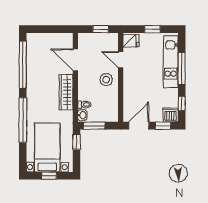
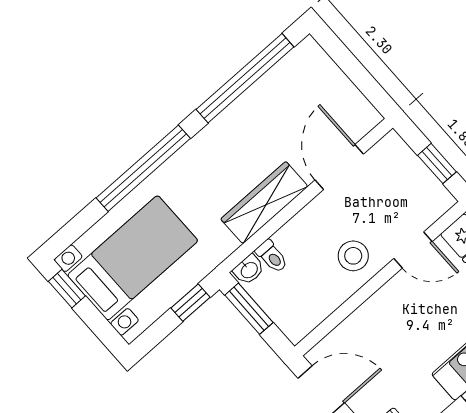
door: (121, 60) -> (413, 250), swing flipped
window: (49, 176) -> (67, 289), moved

